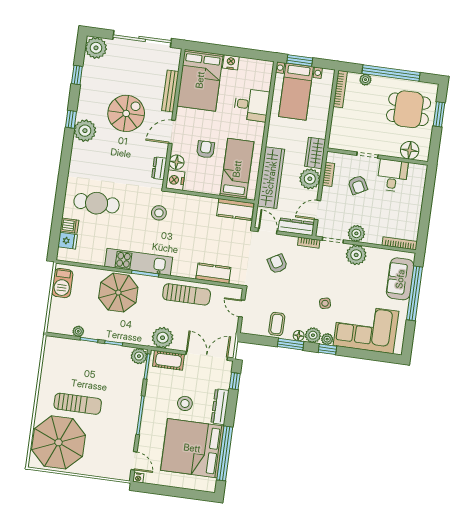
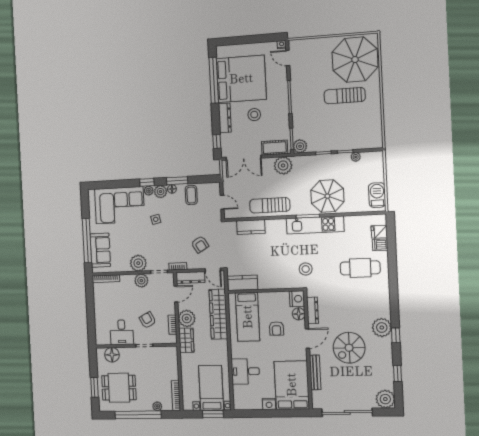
dresser: (159, 168) -> (313, 310), width x1.44

